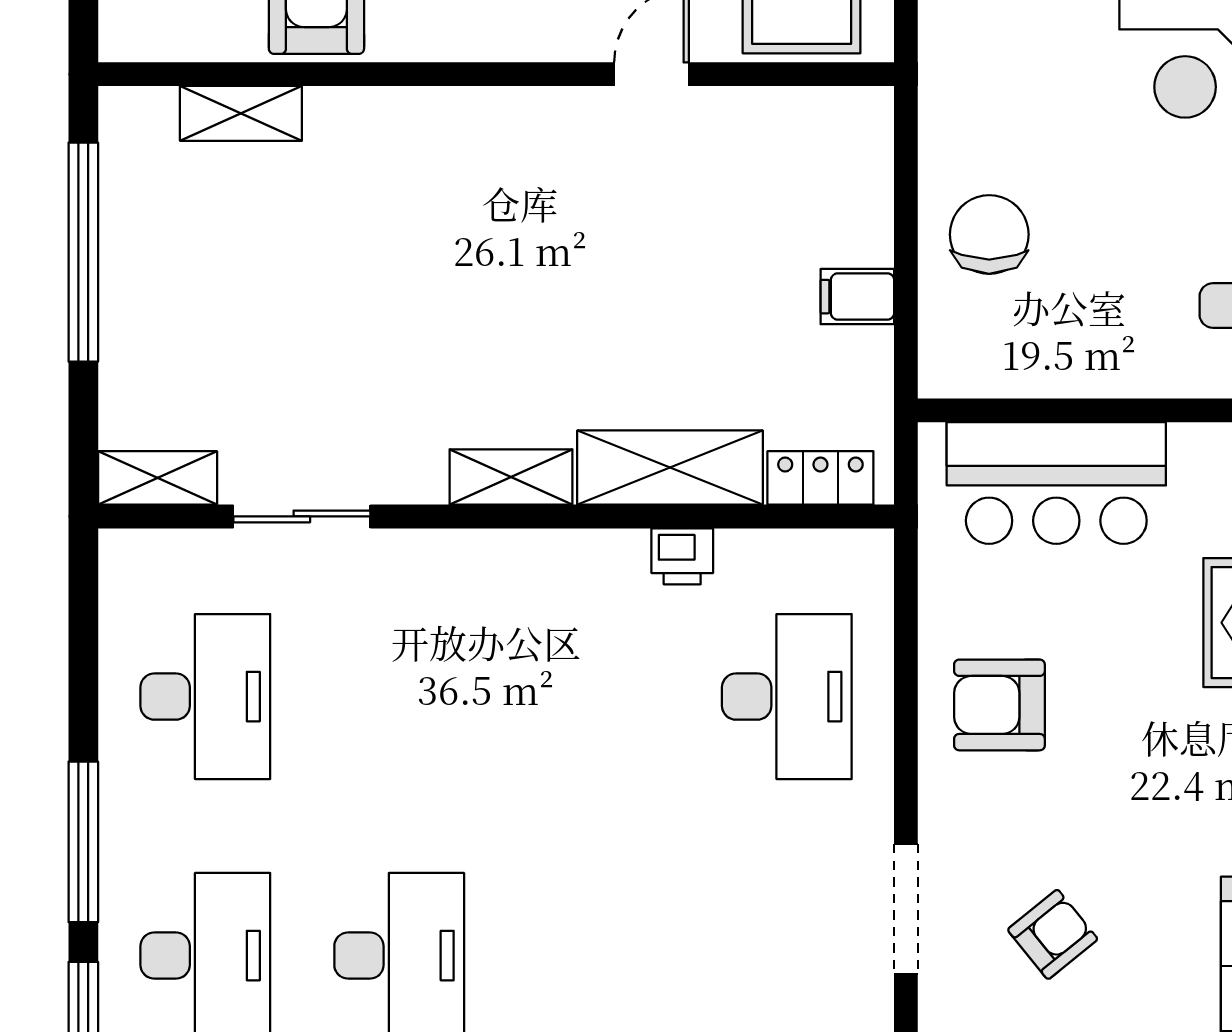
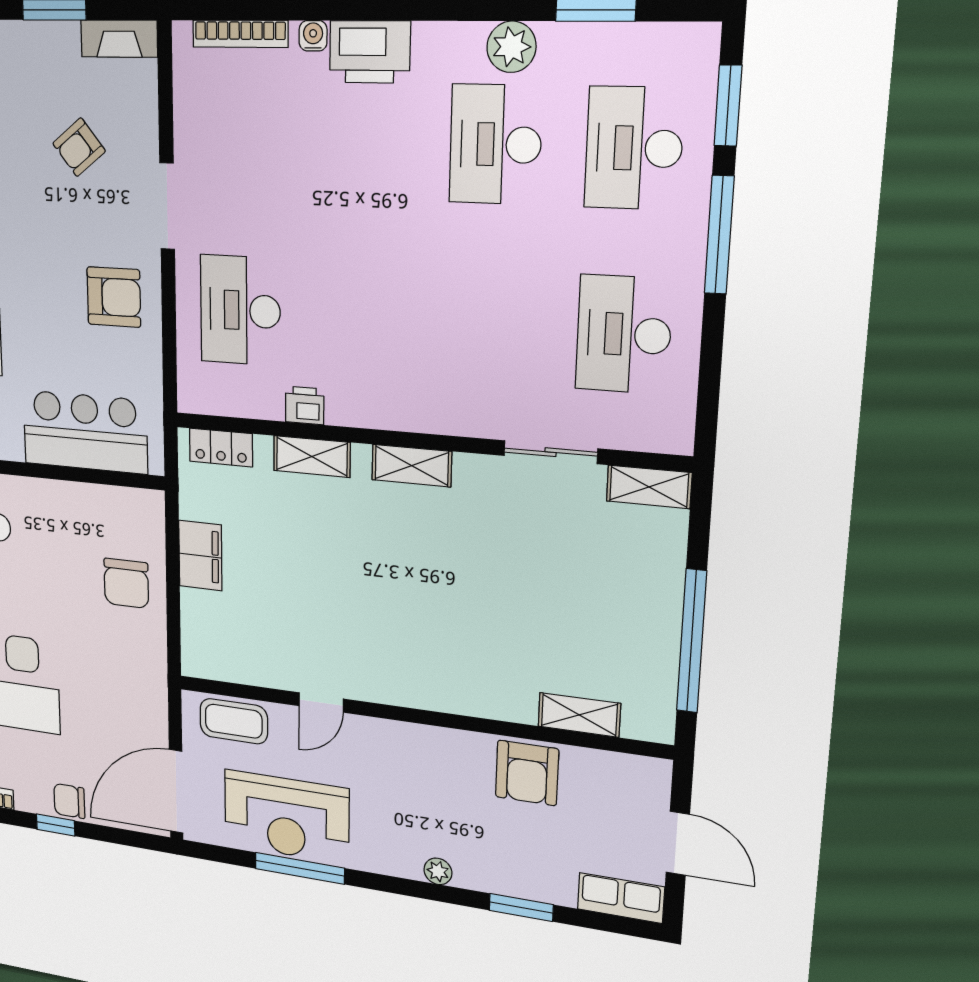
filing cabinet: (857, 297) -> (200, 556), width x2.00
shelving: (670, 468) -> (312, 457), width x0.67, depth x0.75
doorway: (906, 909) -> (167, 206), moved

